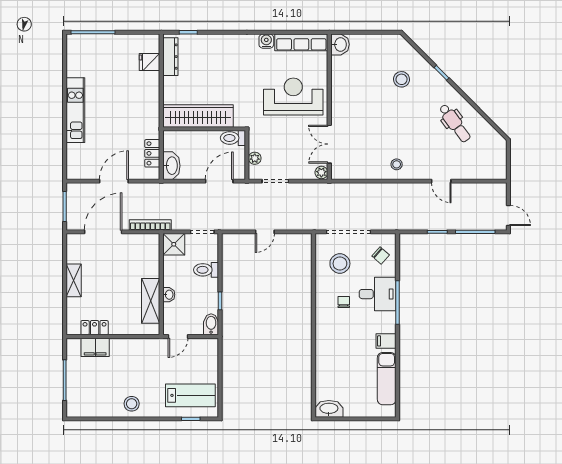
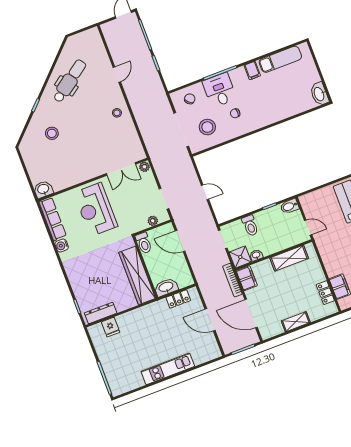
dental chair: (455, 123) -> (70, 81), width x1.36, depth x1.38
washbasin: (171, 166) -> (166, 287), moved
filing cabinet: (146, 243) -> (247, 278), added
washbasin: (169, 295) -> (256, 255), moved

